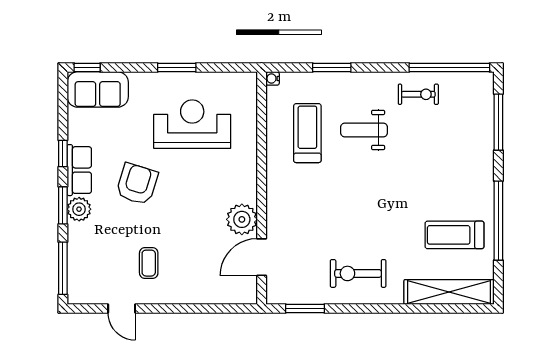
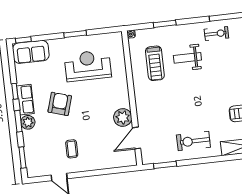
treadmill: (307, 133) -> (155, 63), turned 180
window: (63, 268) -> (22, 158), width x0.69

